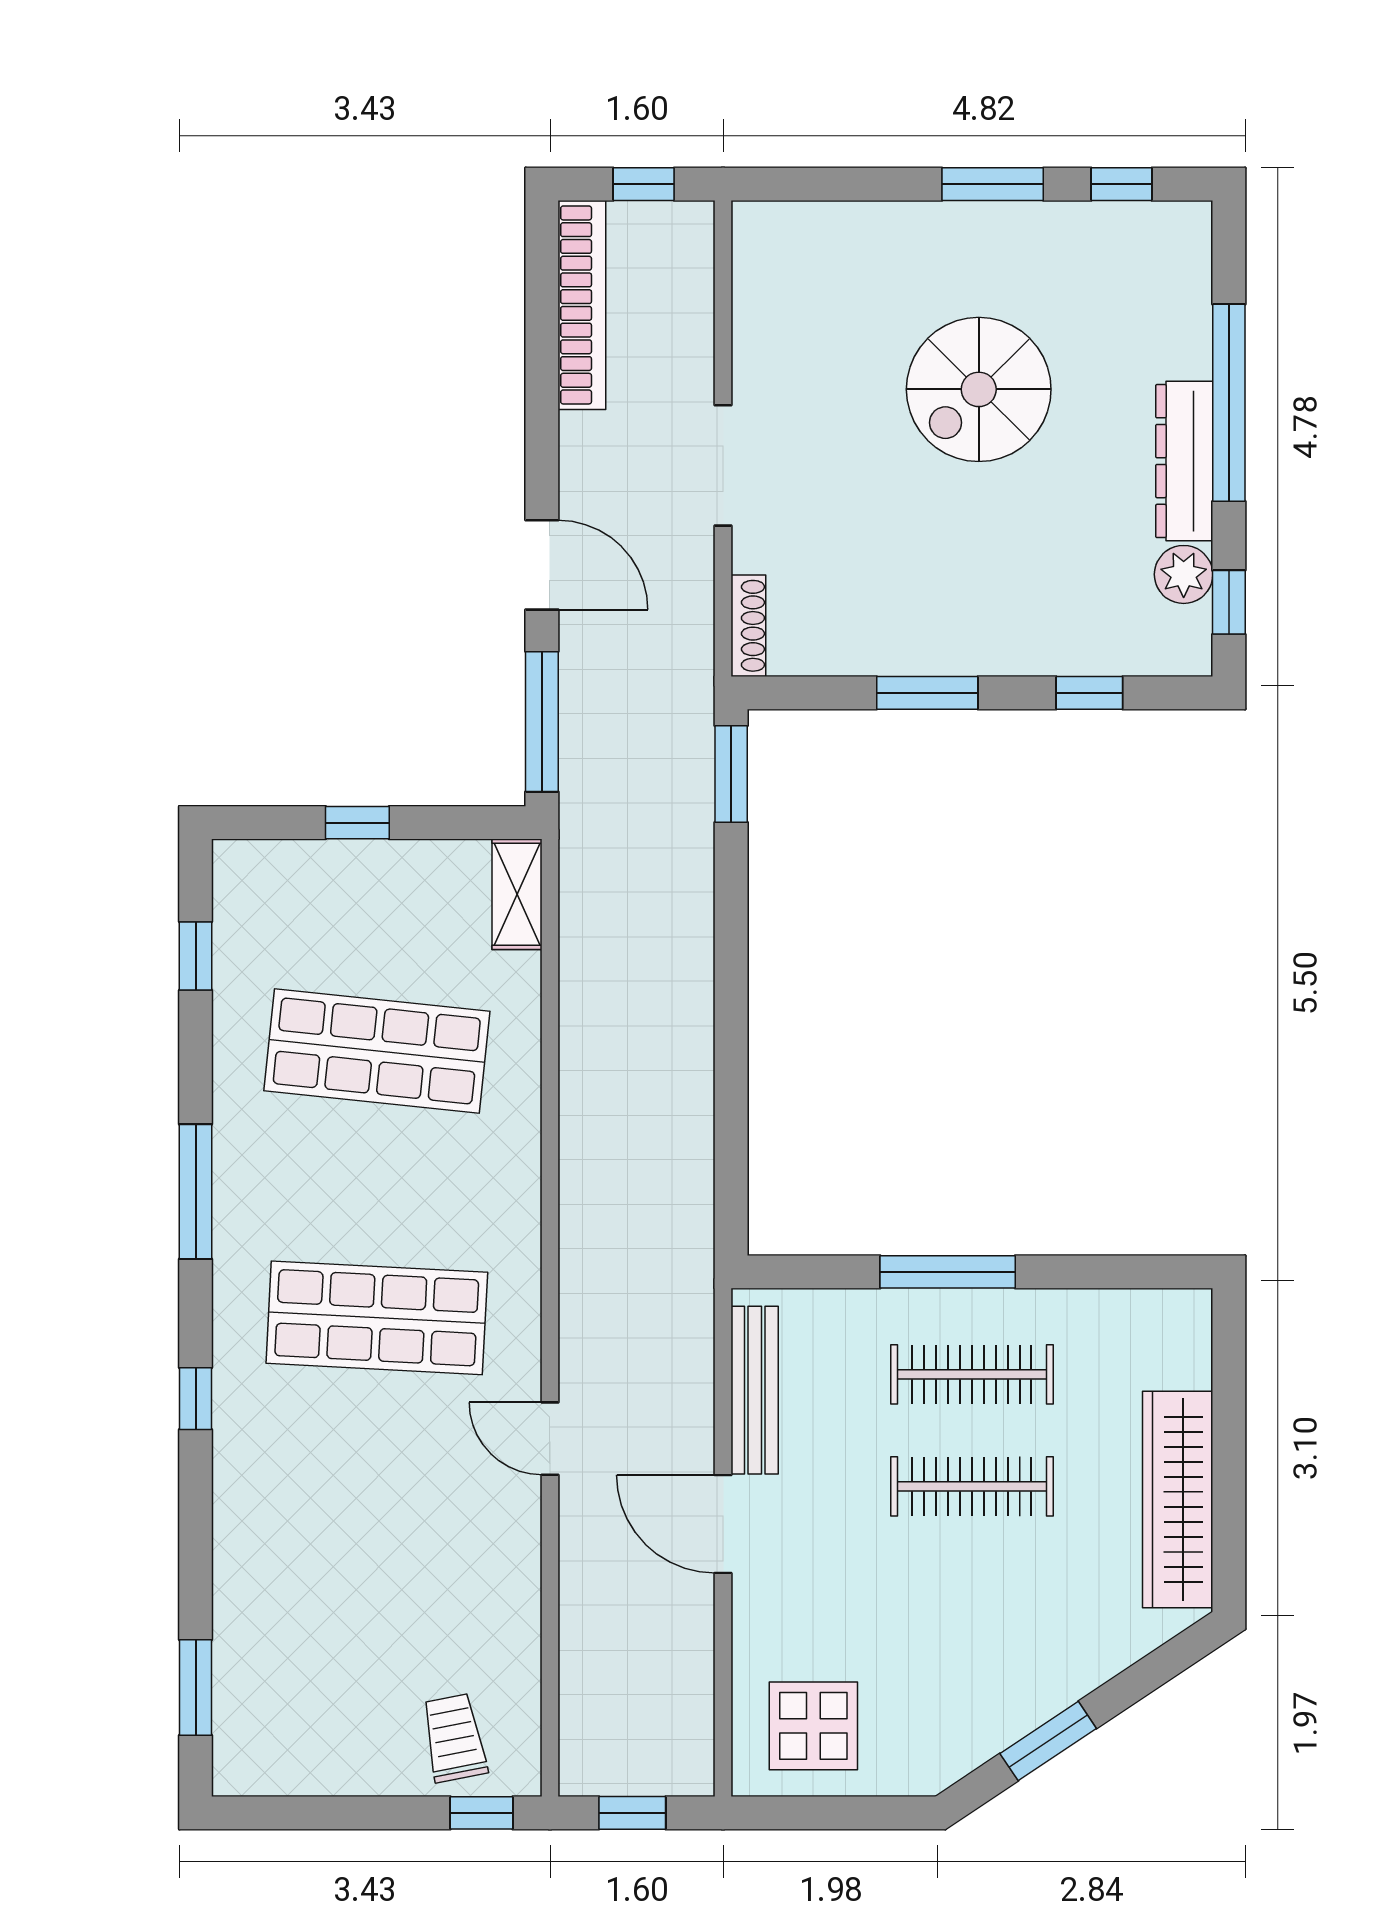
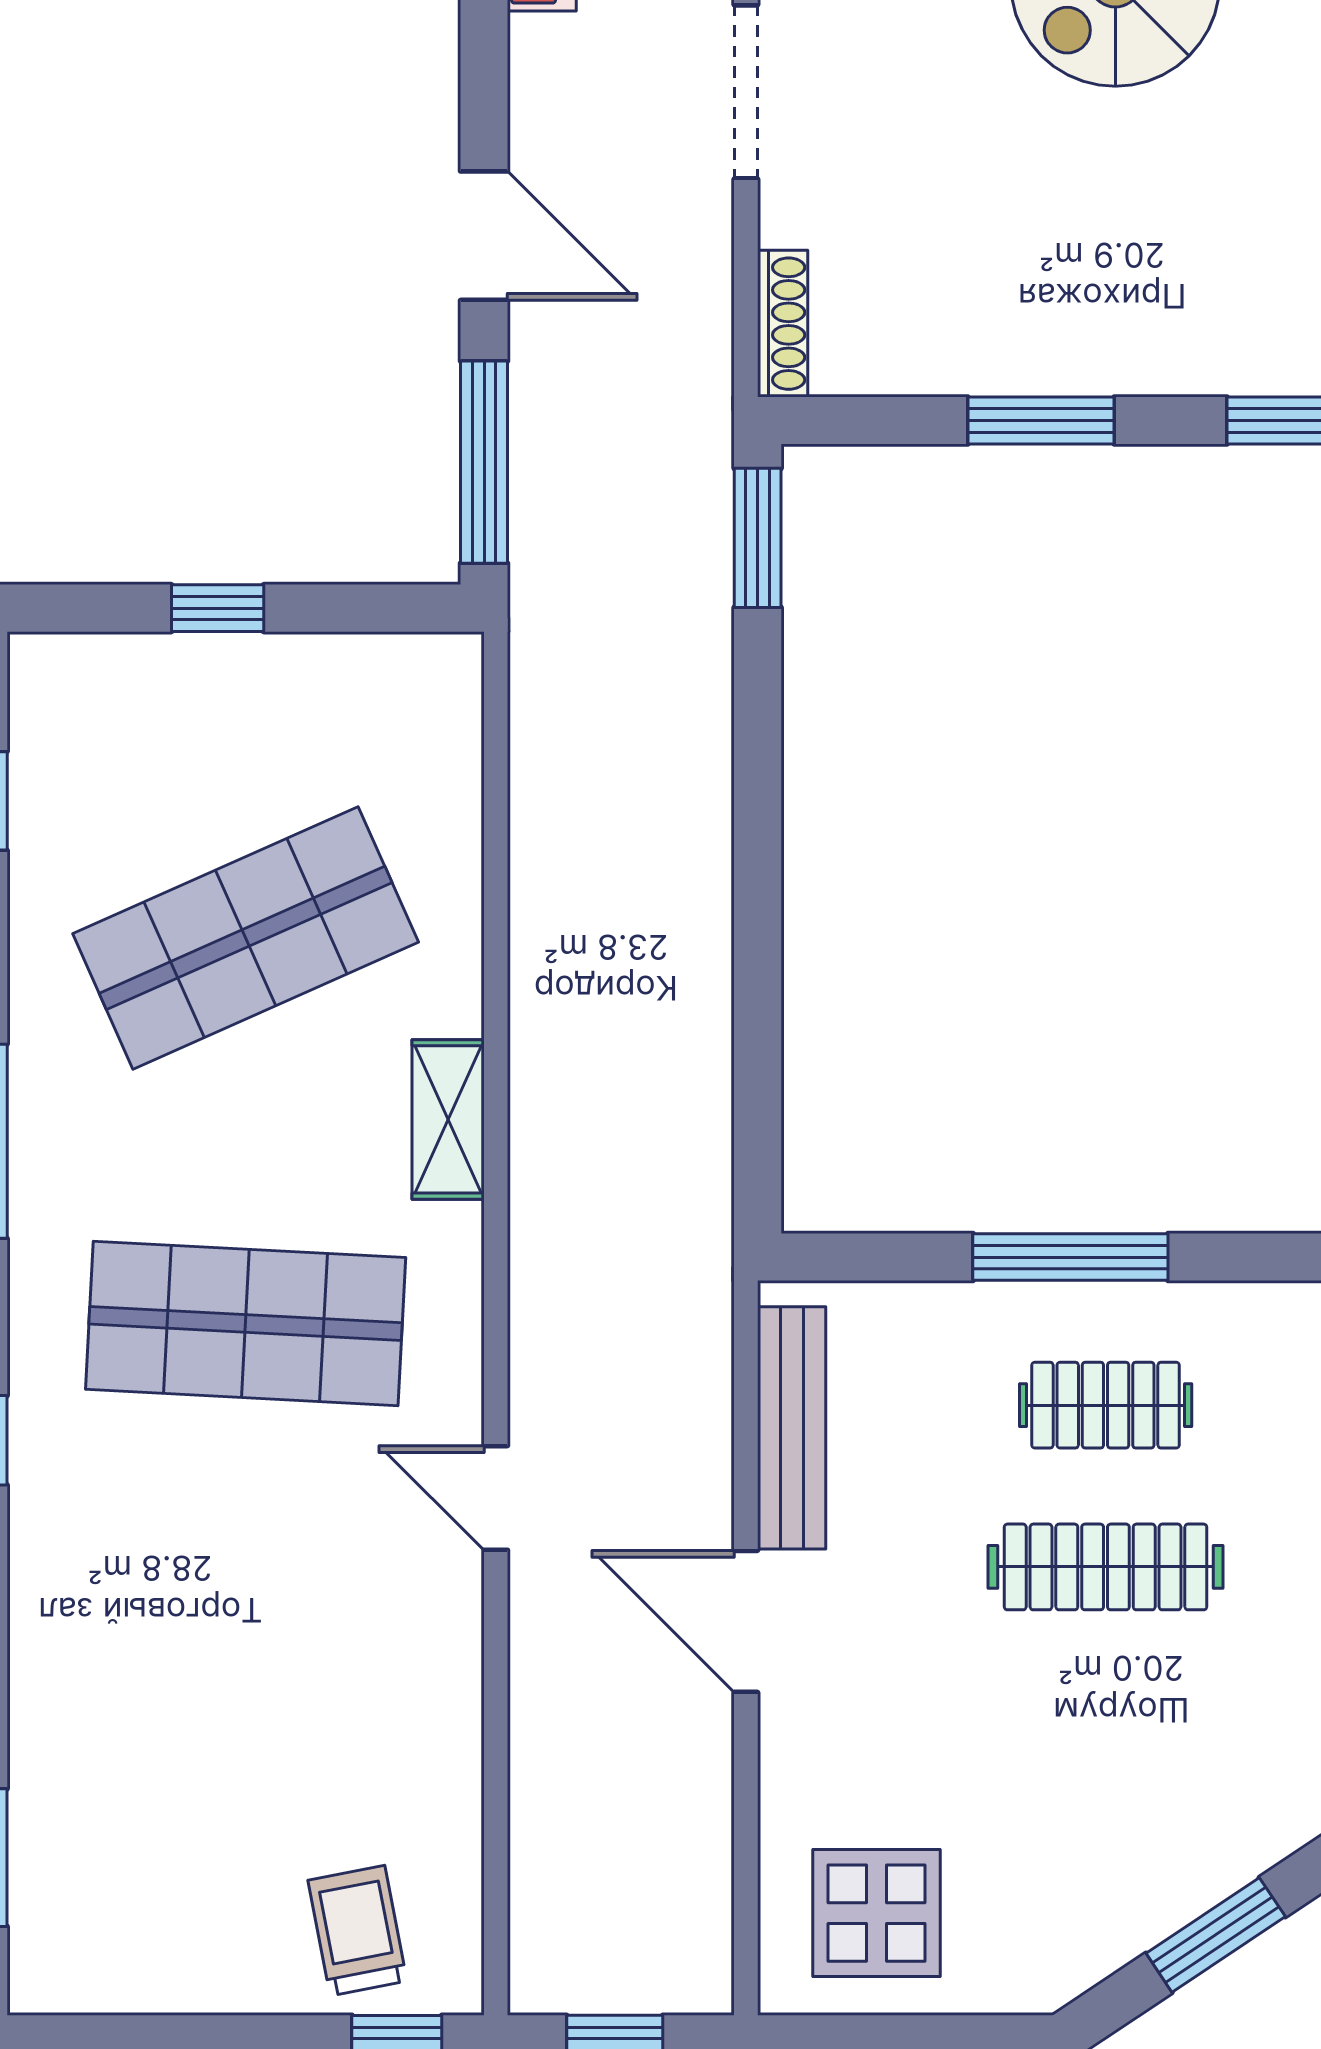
shelving: (517, 894) -> (448, 1119), moved
shop shelf: (377, 1051) -> (246, 938), turned -30
clothes rail: (972, 1374) -> (1106, 1405), width x0.73

